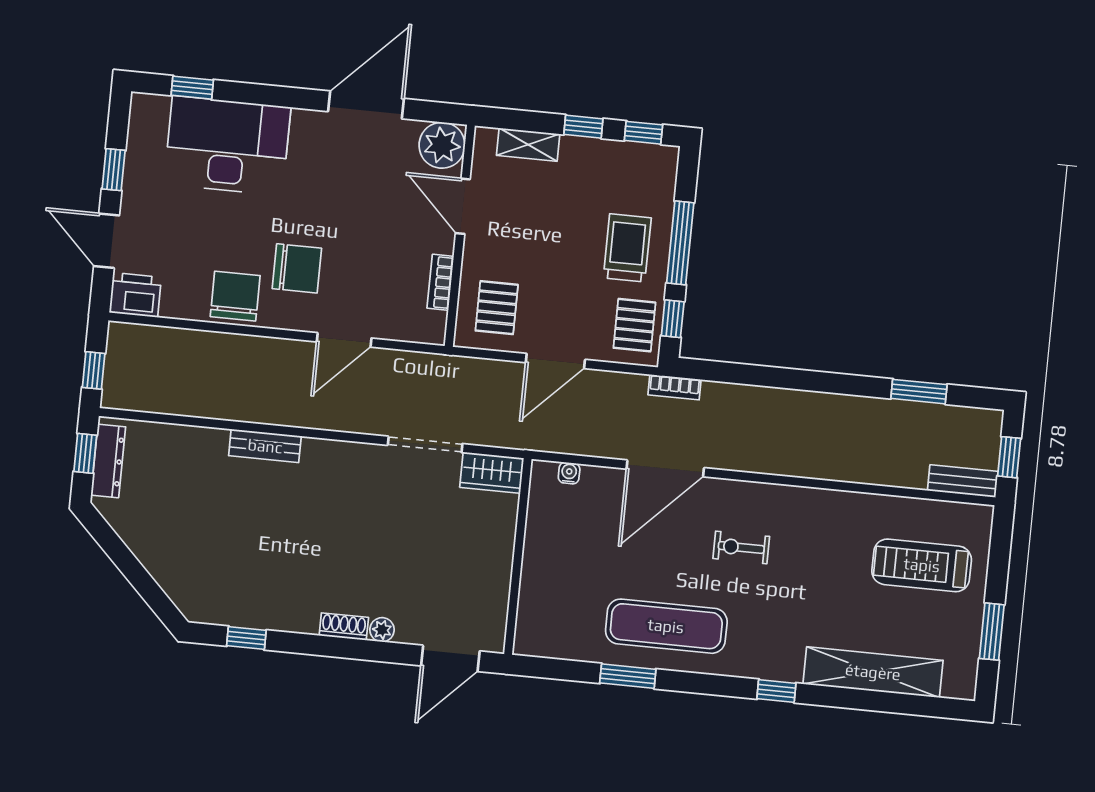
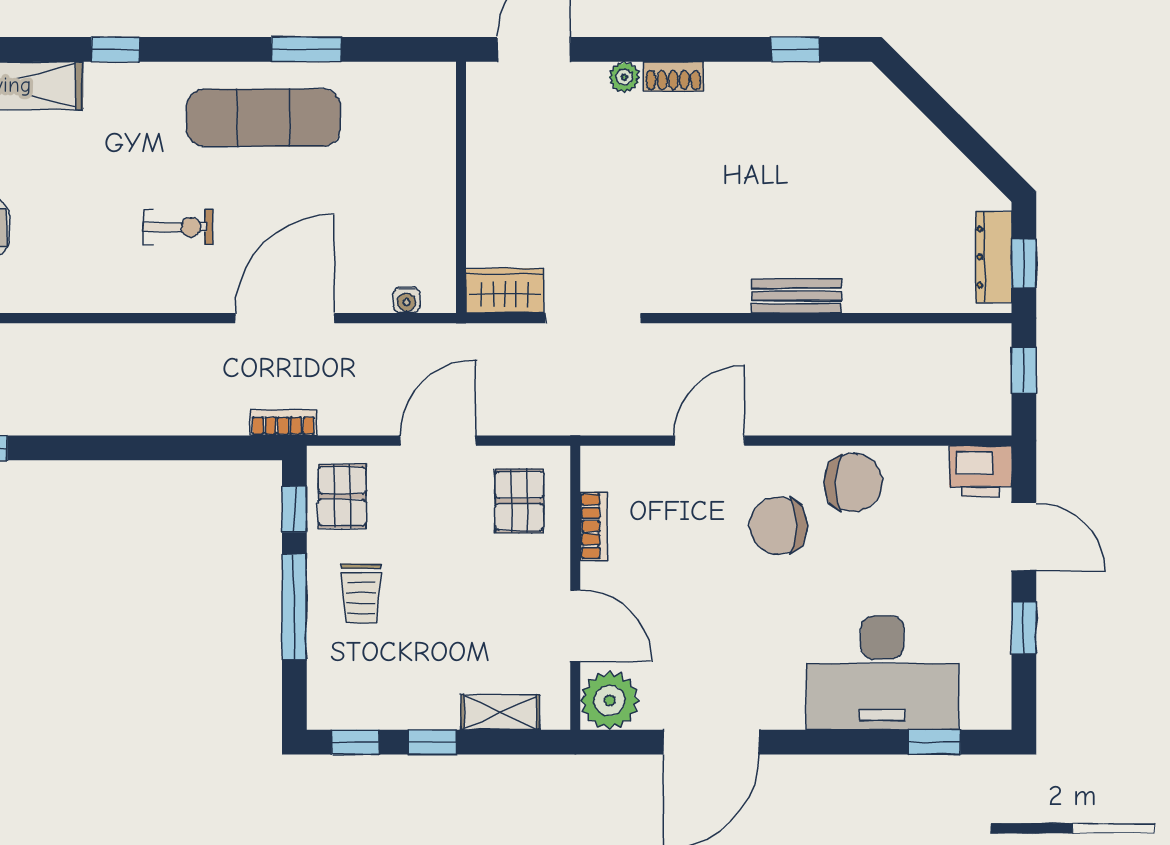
trolley: (627, 248) -> (361, 594), width x0.73, depth x0.72
chair: (235, 296) -> (853, 483), turned -90

